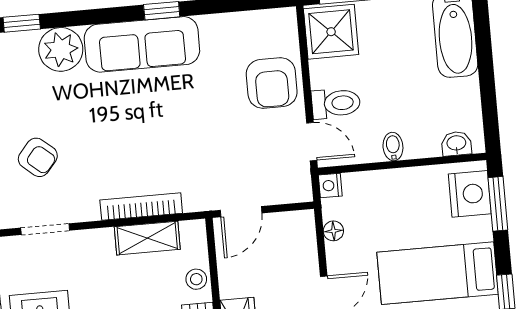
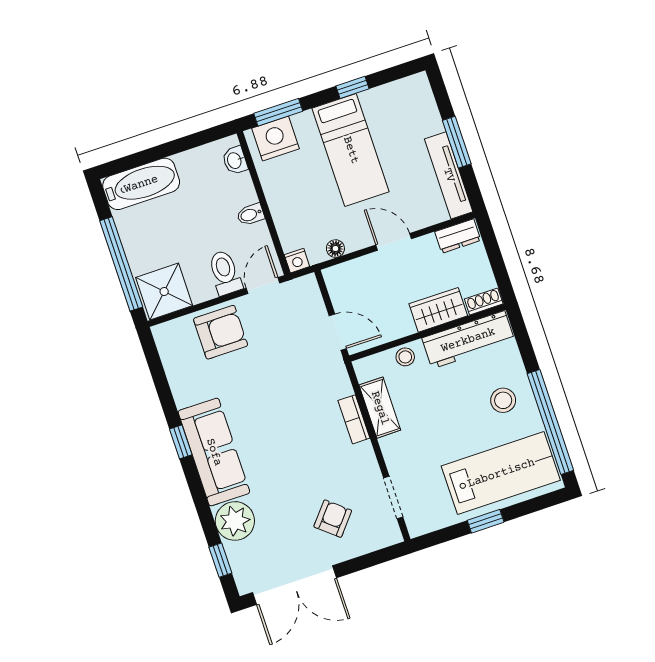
bookcase: (141, 207) -> (354, 419), width x0.64

